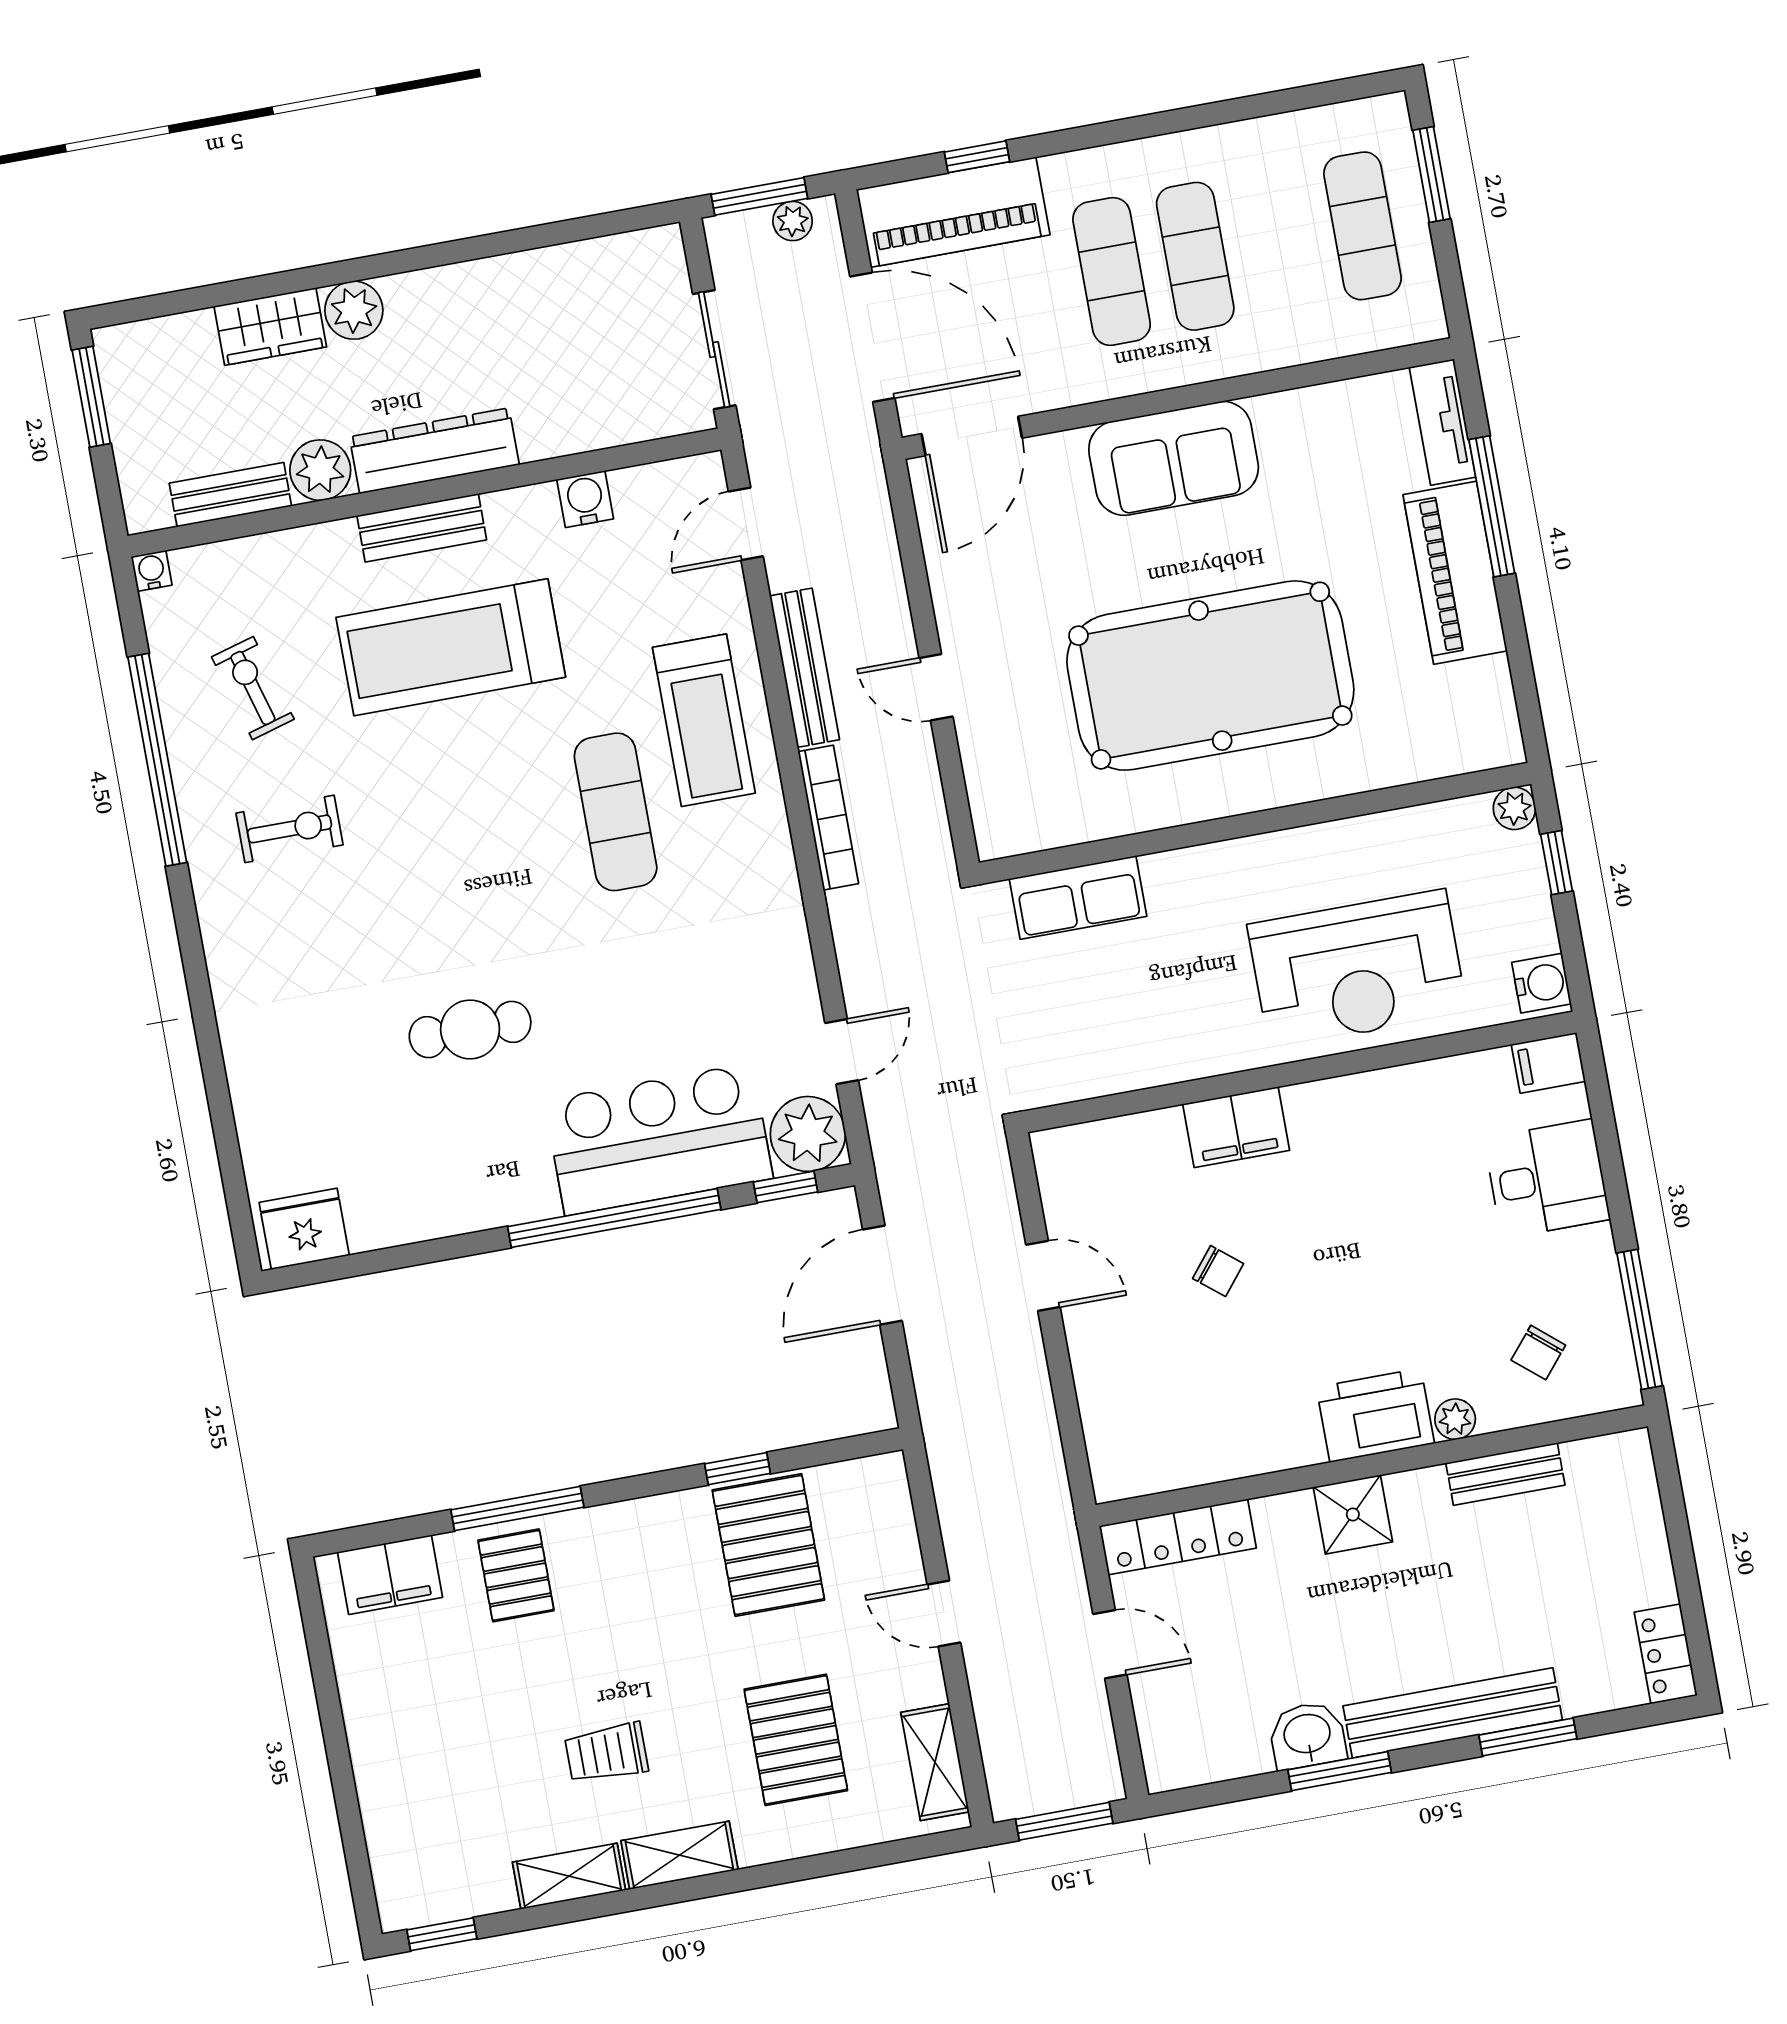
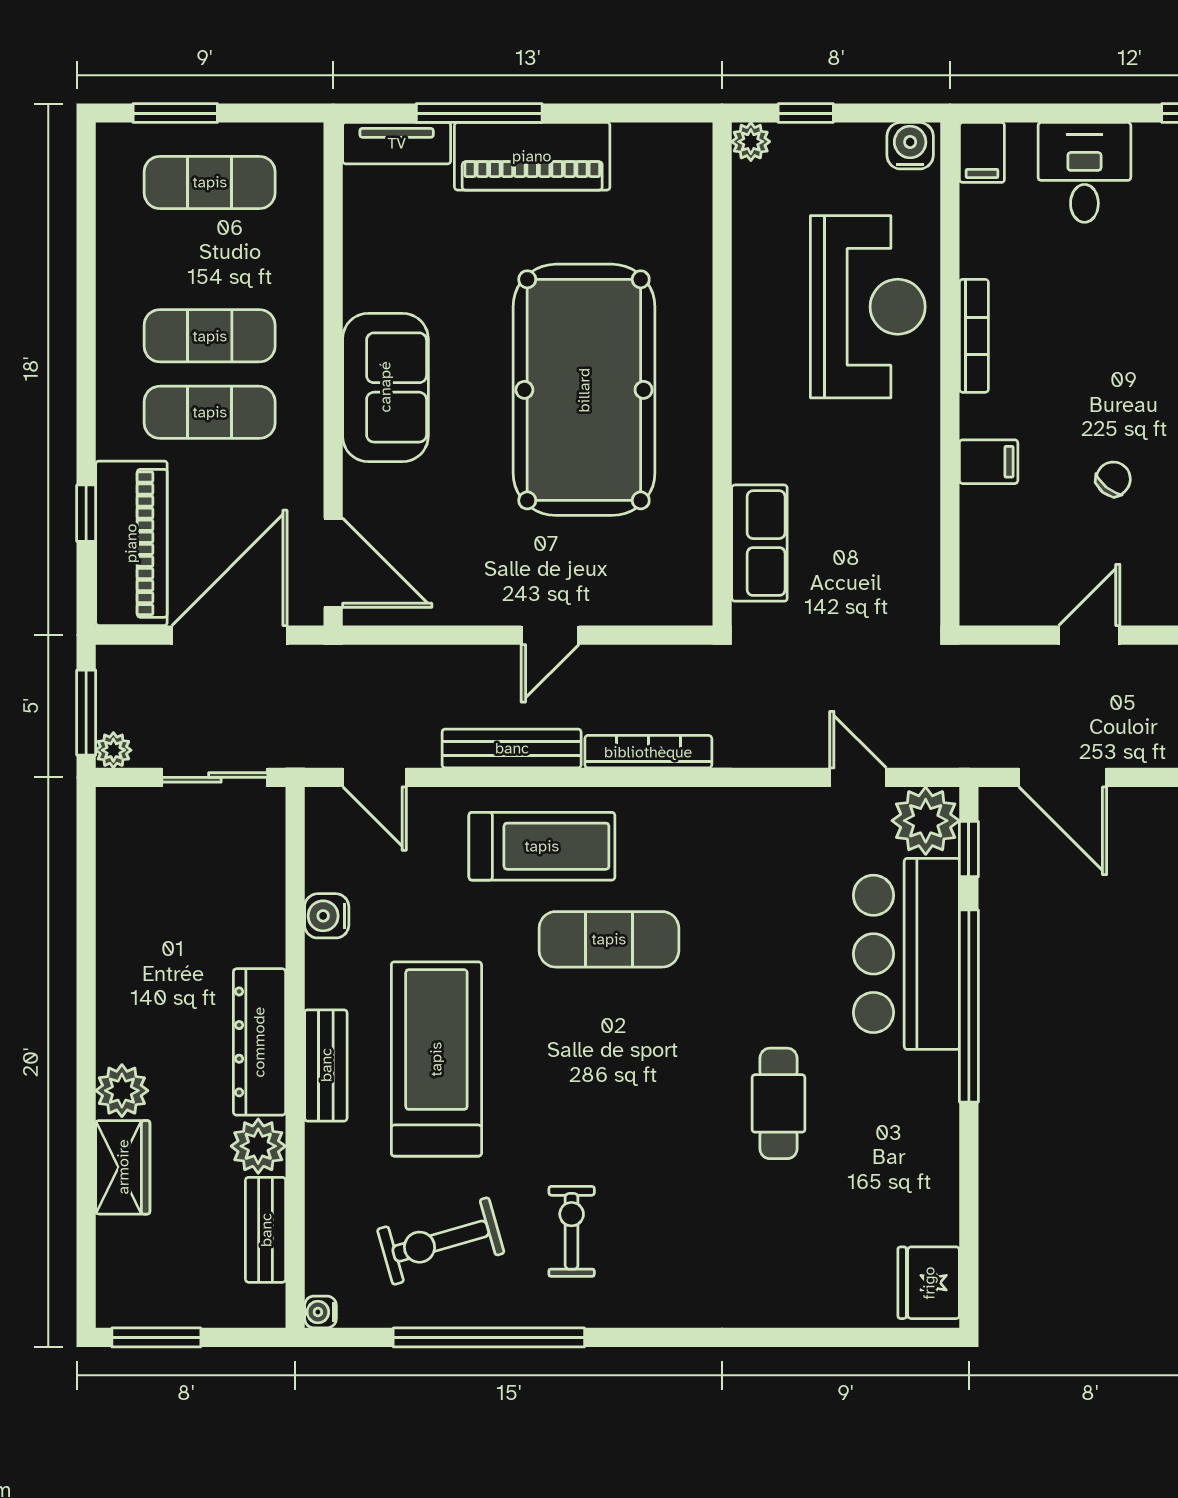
plant: (793, 221) -> (113, 750), moved
treadmill: (451, 647) -> (436, 1059), turned 180
exercise bike: (253, 688) -> (441, 1241), width x1.38, depth x1.39
bookcase: (1347, 1090) -> (974, 336), added
filing cabinet: (1236, 1127) -> (989, 462), width x0.50

